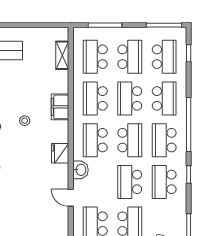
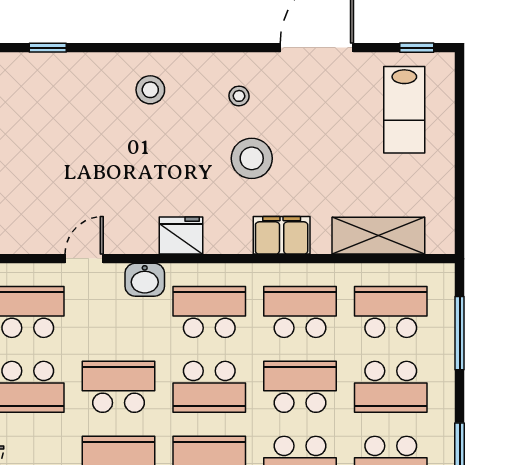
shelving: (62, 55) -> (378, 236), width x1.50, depth x1.33
stool: (25, 121) -> (252, 158), width x1.89, depth x1.89

